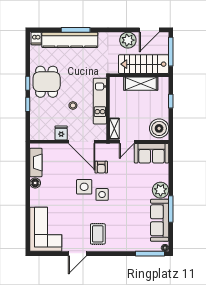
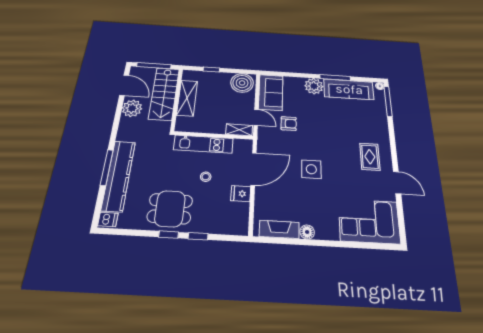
armchair: (101, 167) -> (289, 124), moved
side table: (102, 194) -> (321, 149), removed
rug: (98, 234) -> (370, 157), turned 90

